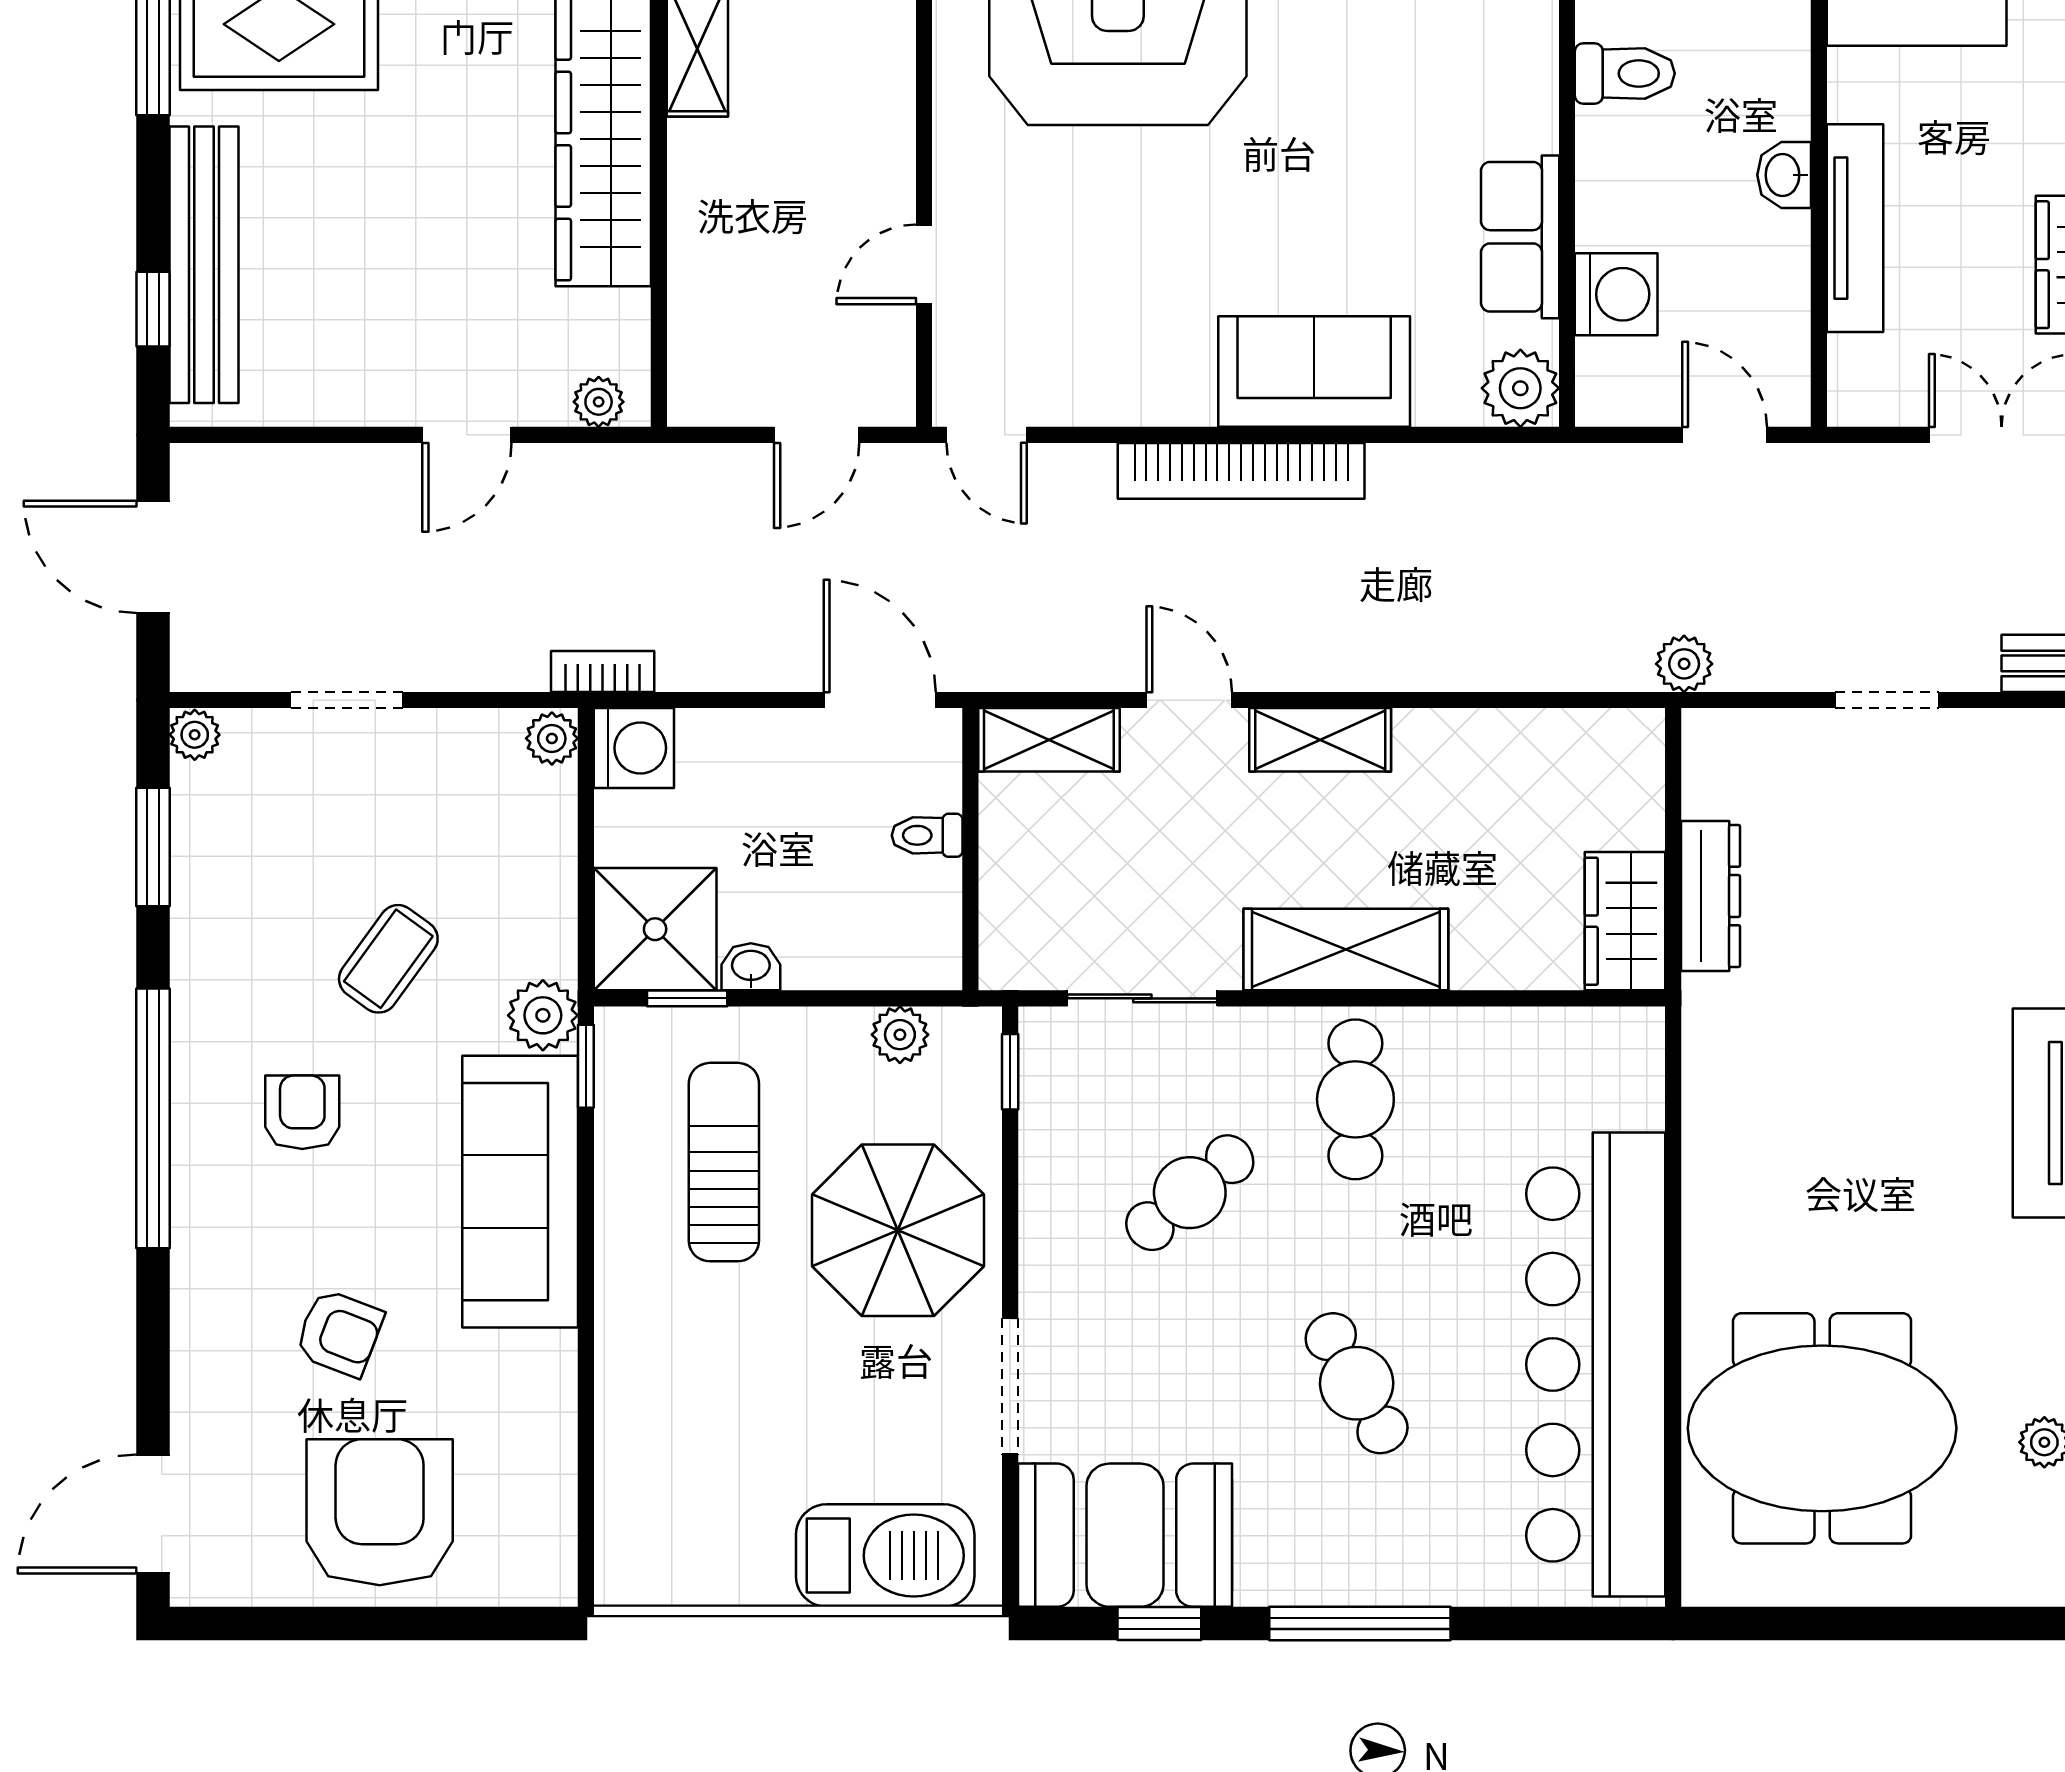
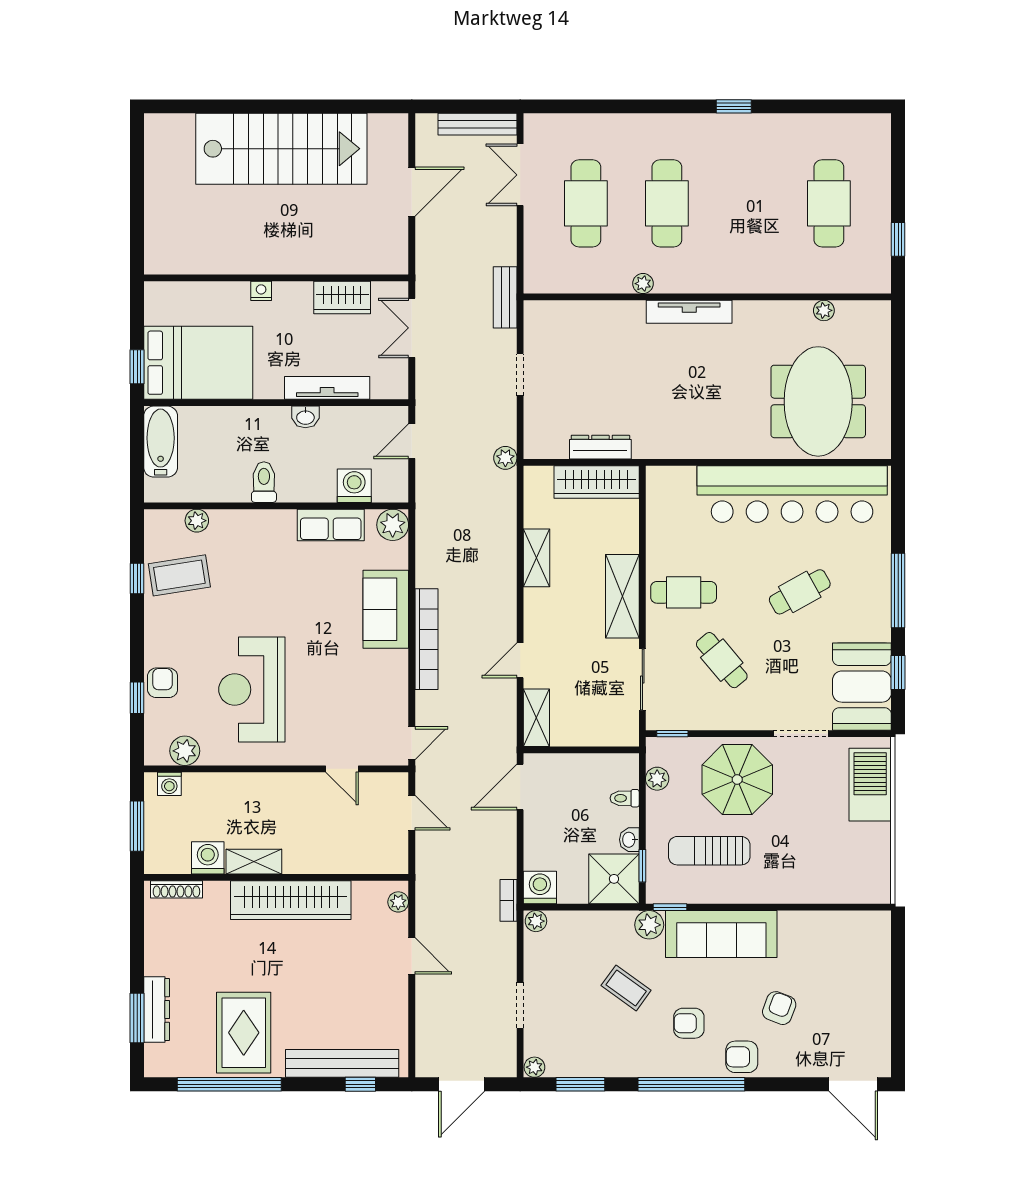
shelving: (1320, 740) -> (537, 558), moved
toilet: (927, 835) -> (625, 798), moved, turned 90
wardrobe: (1625, 921) -> (597, 482), width x1.50
armchair: (380, 1512) -> (742, 1057), moved, width x0.53, depth x0.53

